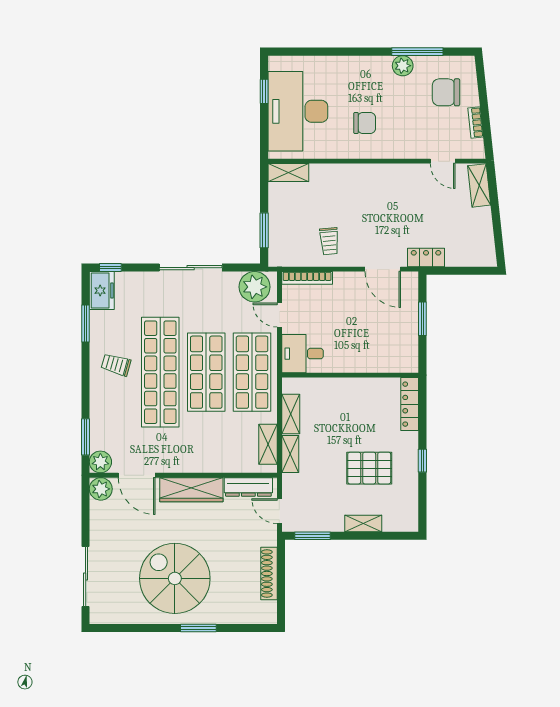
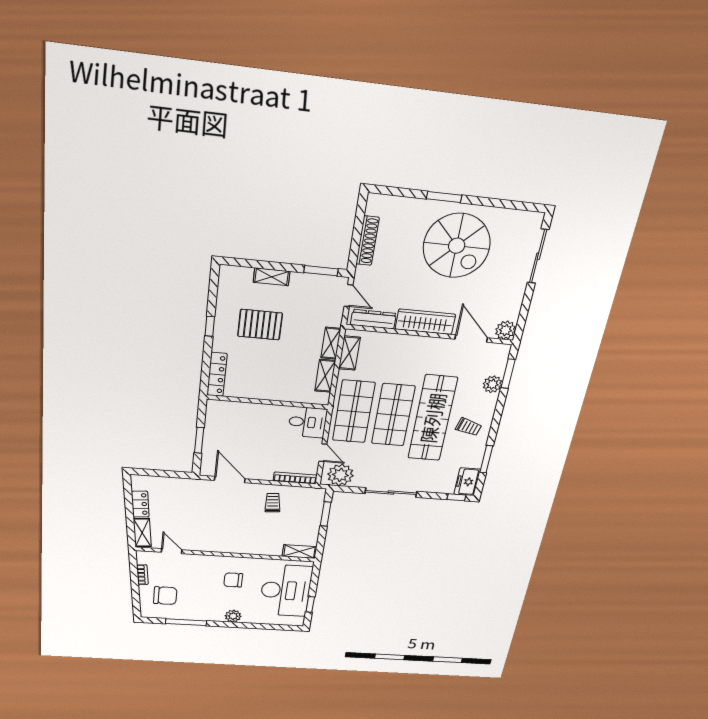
plant: (403, 66) -> (233, 616), moved
locker: (426, 257) -> (140, 504), moved, turned -96
plant: (100, 462) -> (492, 384), moved

